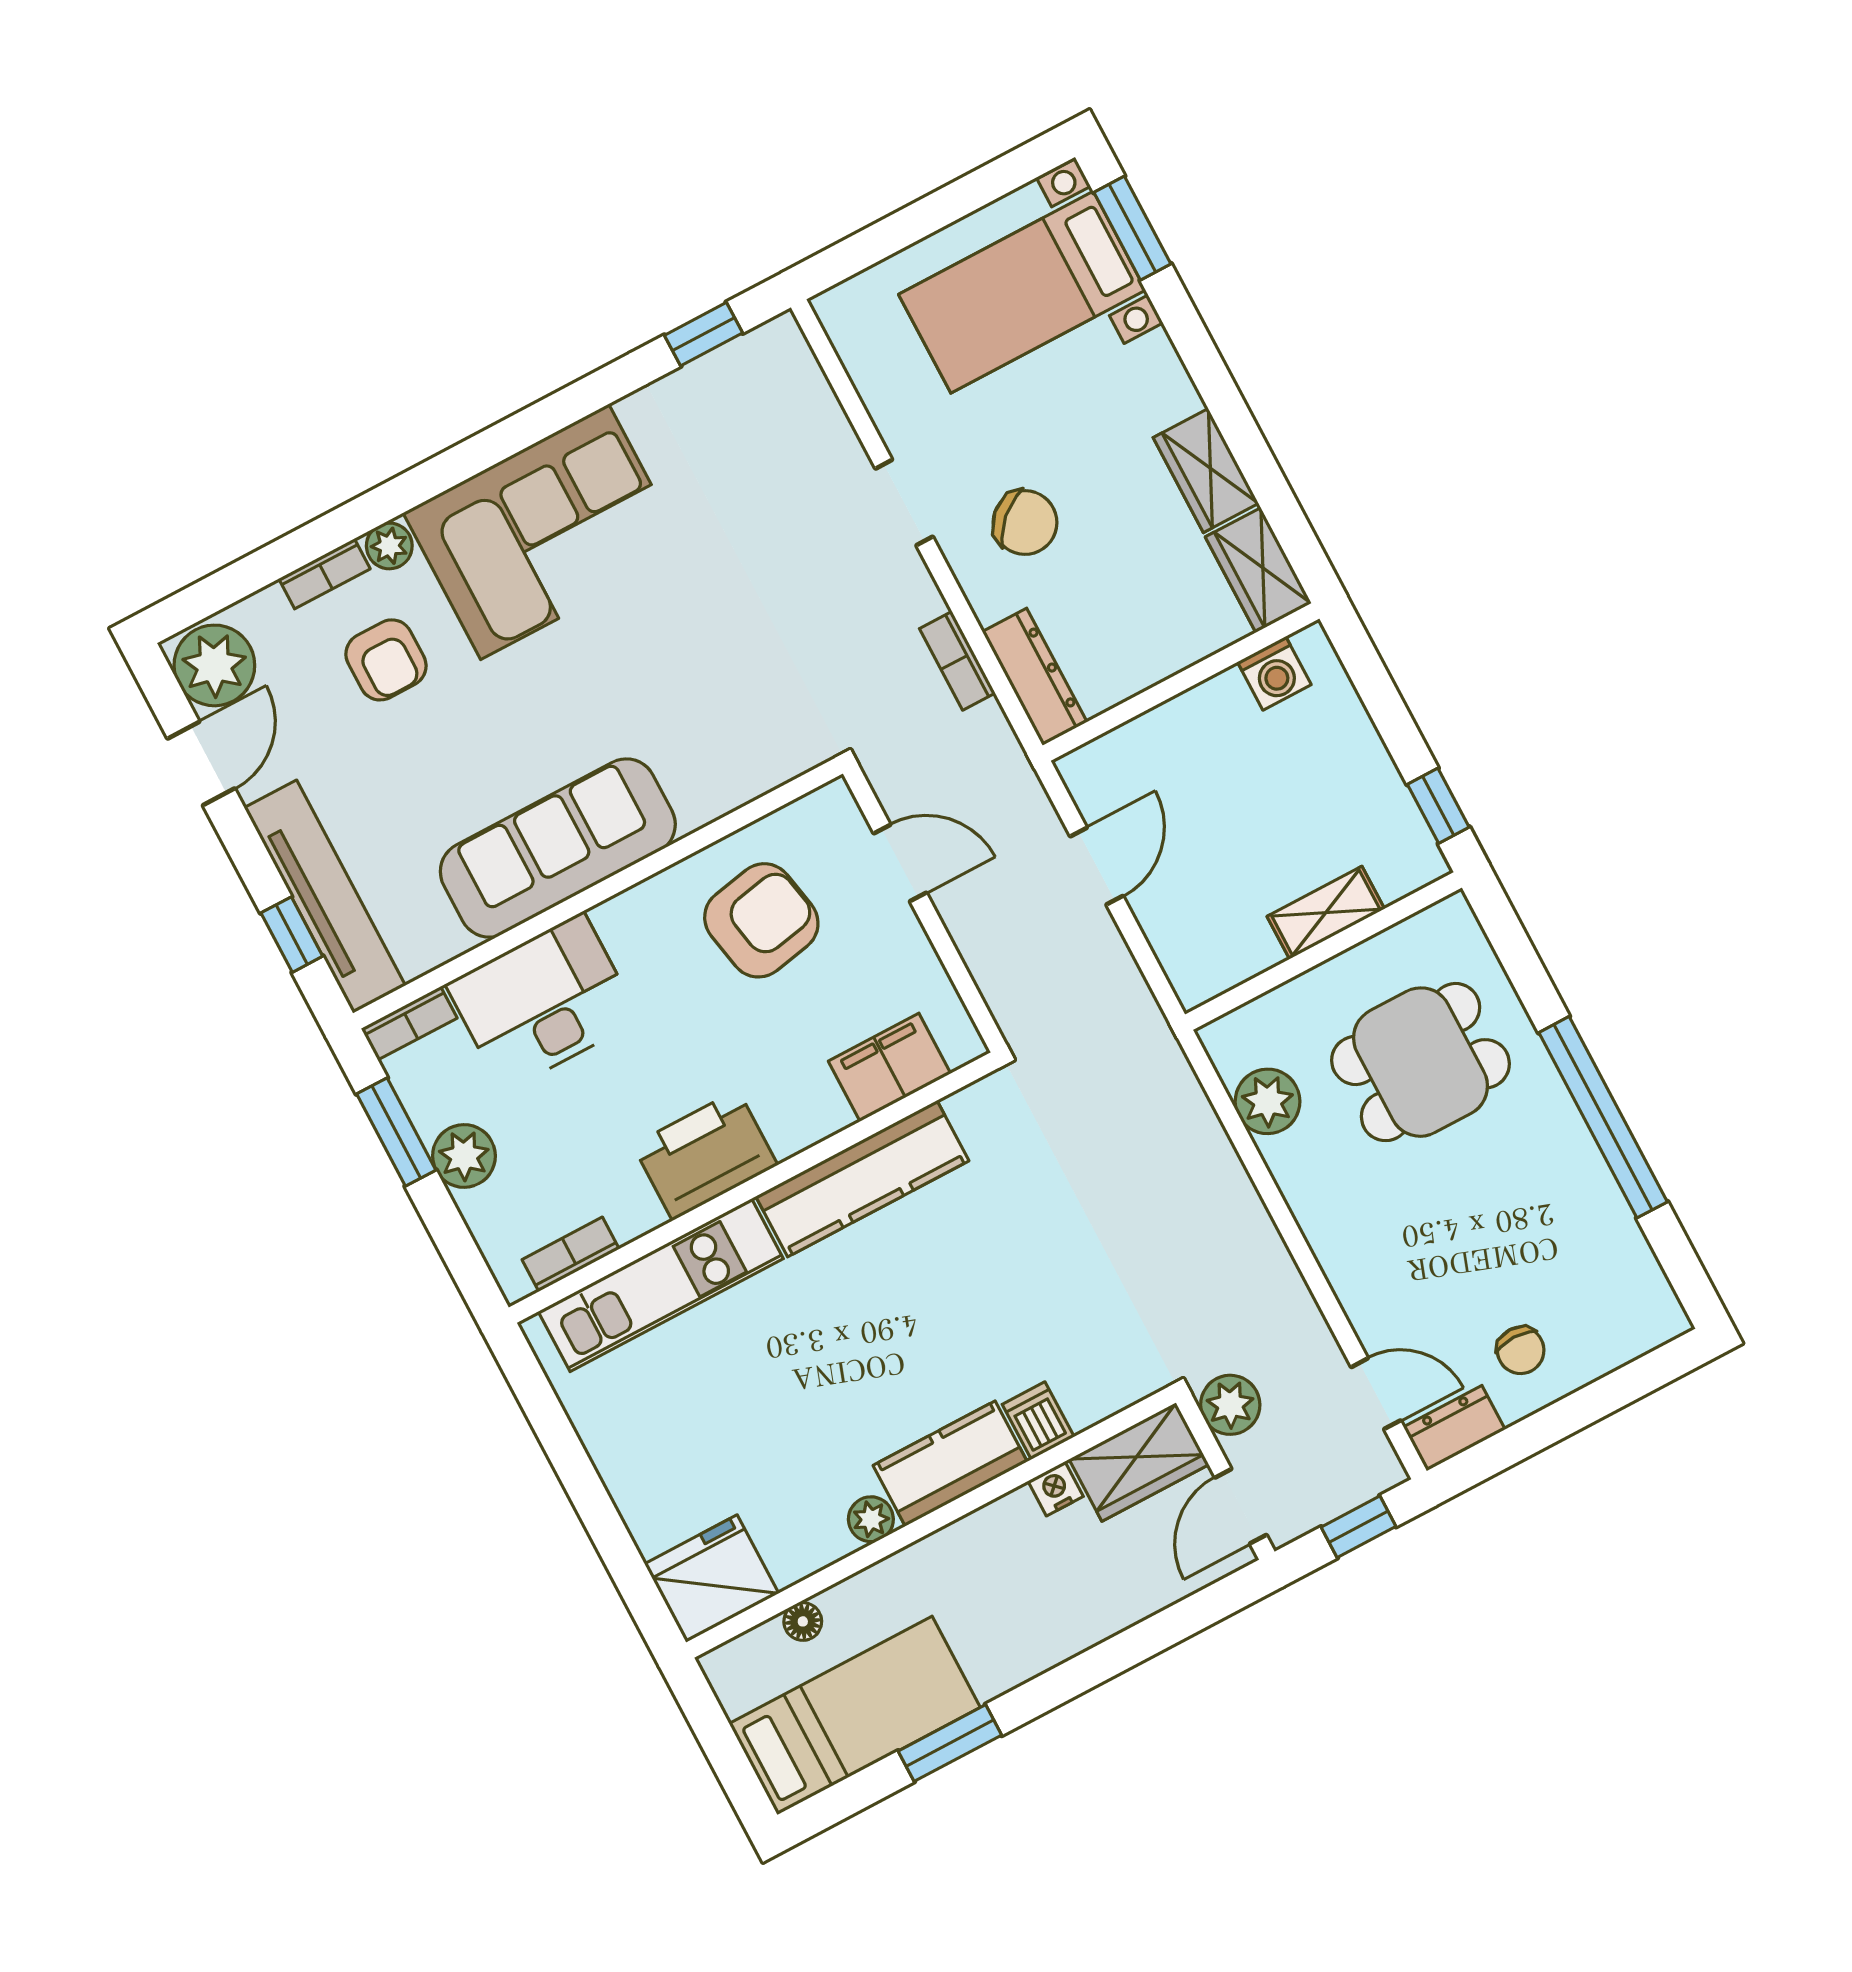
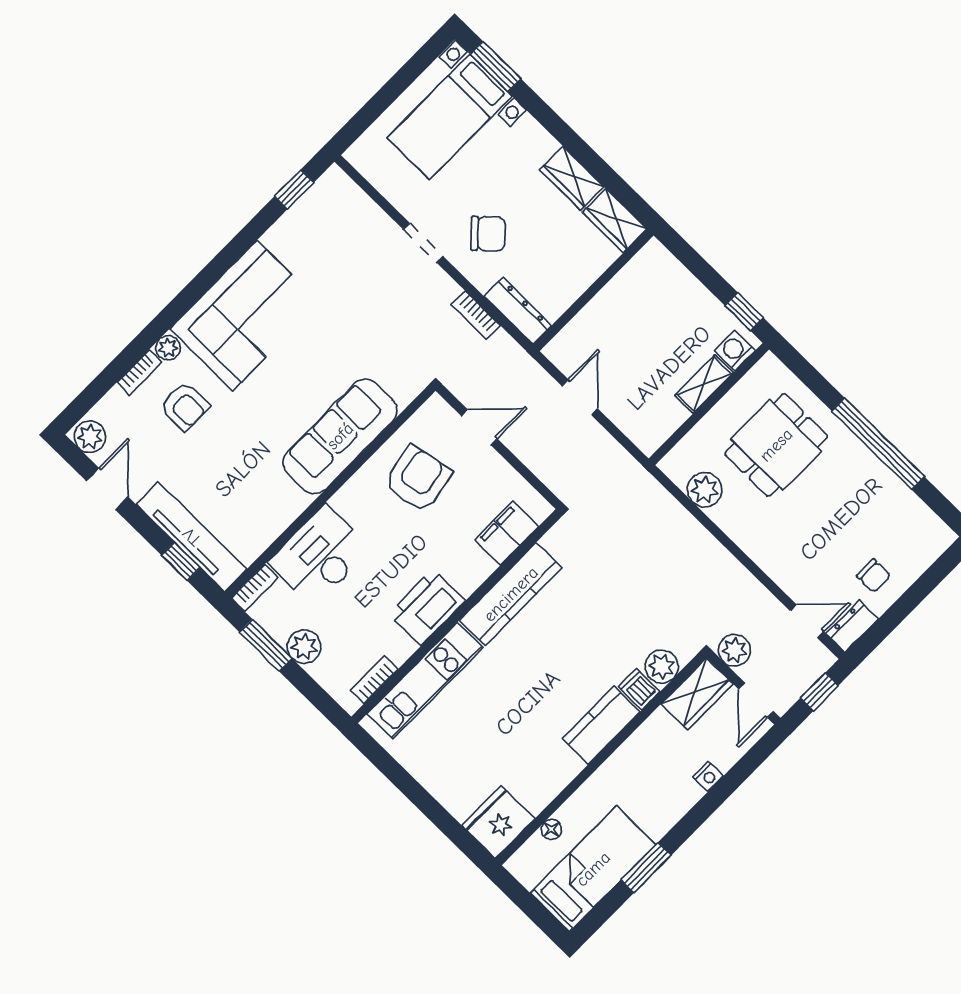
plant: (214, 665) -> (90, 437), width x0.73, depth x0.73
washing machine: (1274, 673) -> (735, 350), moved, turned 180
sofa: (558, 848) -> (340, 436), moved
nightstand: (1056, 1489) -> (708, 776), moved, turned 180
plant: (871, 1519) -> (662, 667), moved, width x1.38, depth x1.38

